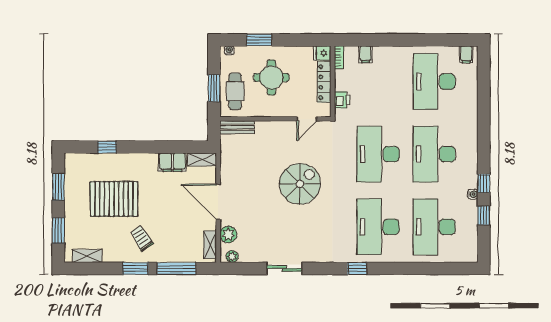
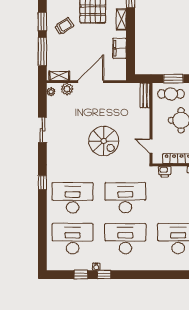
shelving: (202, 159) -> (121, 19), moved

